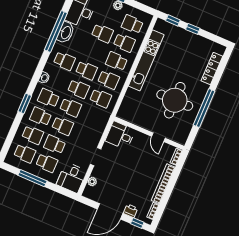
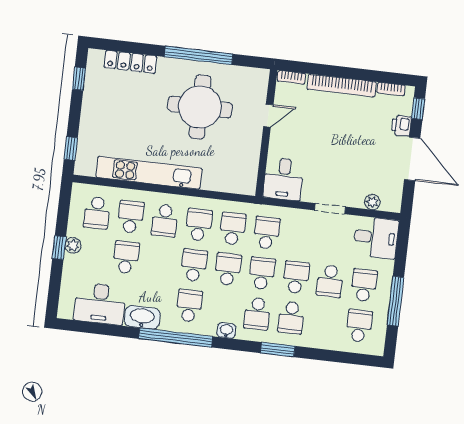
window: (193, 29) -> (79, 79), moved
window: (56, 31) -> (176, 338), moved
school desk: (33, 135) -> (267, 233), moved

